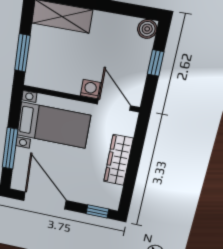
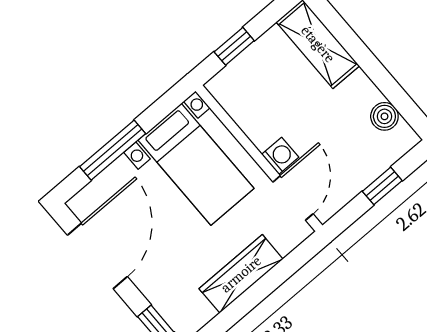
boiler: (147, 29) -> (384, 116), moved
window: (22, 53) -> (234, 46), width x0.67

